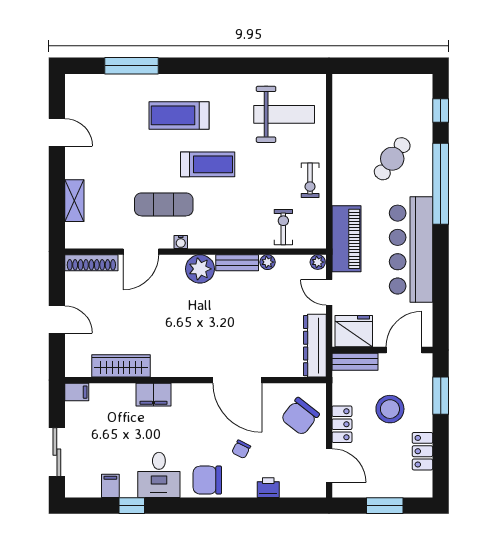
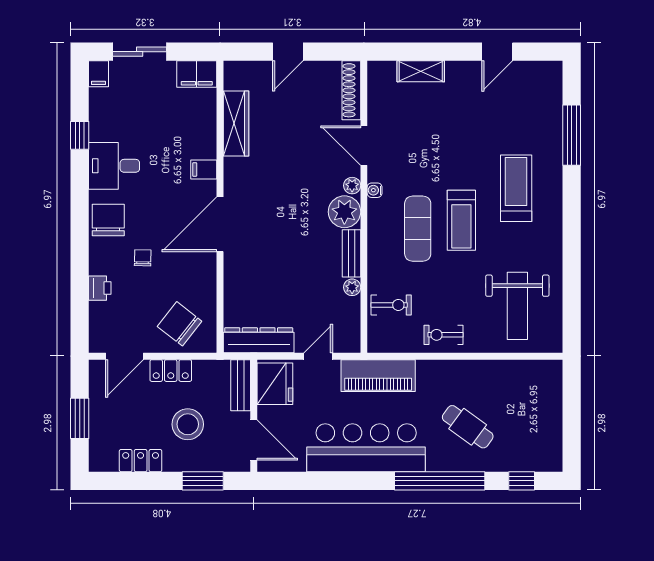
exercise mat: (164, 204) -> (418, 229), moved
plant: (318, 262) -> (352, 186), moved
door: (237, 380) -> (220, 224), moved
filing cabinet: (77, 392) -> (197, 74), width x2.00
filing cabinet: (154, 395) -> (204, 169), width x0.50
chair: (241, 449) -> (143, 258), turned 64
filing cabinet: (110, 486) -> (98, 74), moved, turned 90

